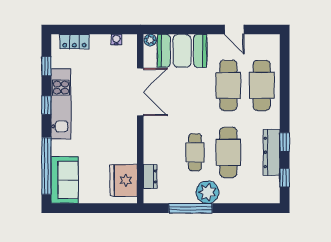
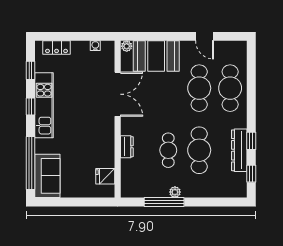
dresser: (150, 176) -> (127, 147), moved
fridge: (124, 180) -> (105, 176), width x0.53, depth x0.75
plant: (207, 192) -> (175, 192), width x0.53, depth x0.53

